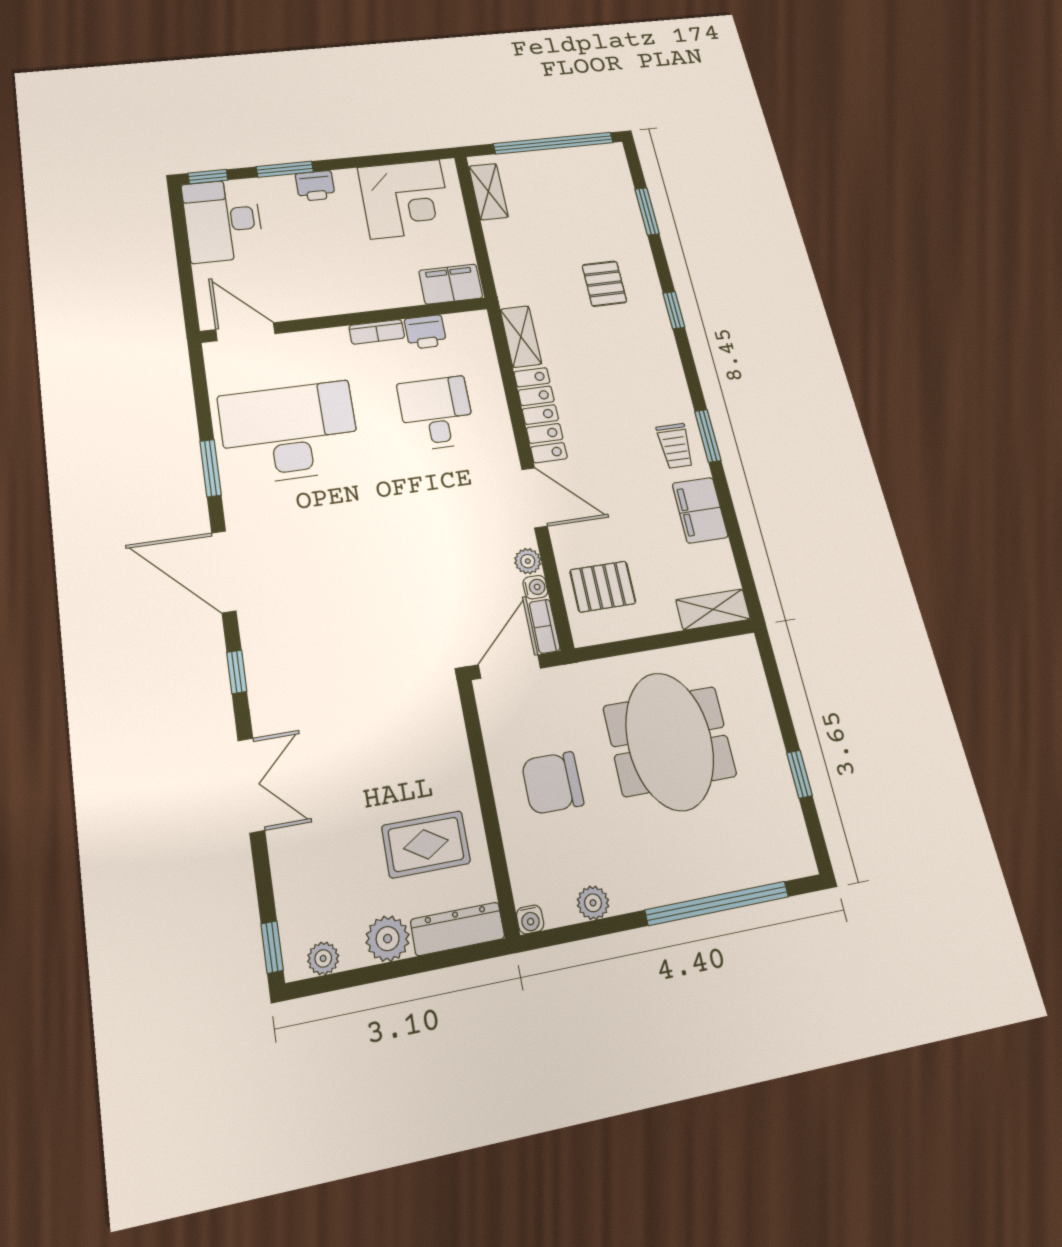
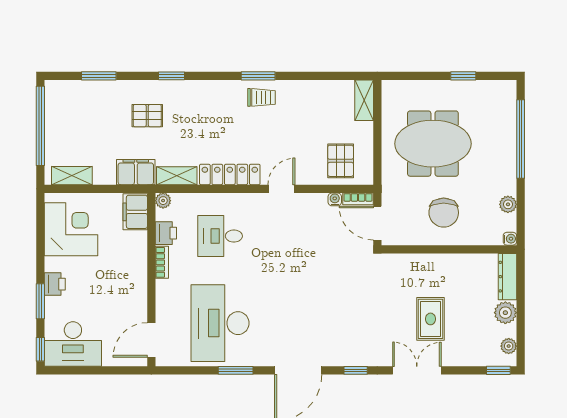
door: (534, 498) -> (281, 189), width x0.73
filing cabinet: (700, 510) -> (136, 172), moved, turned 180
plant: (528, 561) -> (163, 201), moved
rug: (426, 844) -> (431, 319), moved

